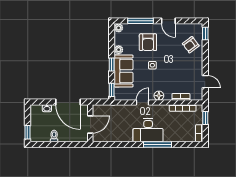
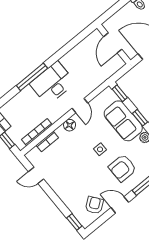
armchair: (148, 42) -> (123, 168), turned -90
armchair: (191, 45) -> (94, 205), moved

